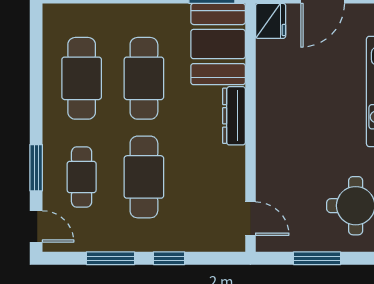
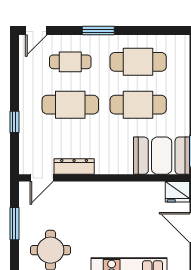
dresser: (234, 116) -> (74, 167), moved
window: (36, 168) -> (98, 31), moved
window: (110, 258) -> (14, 82), removed

